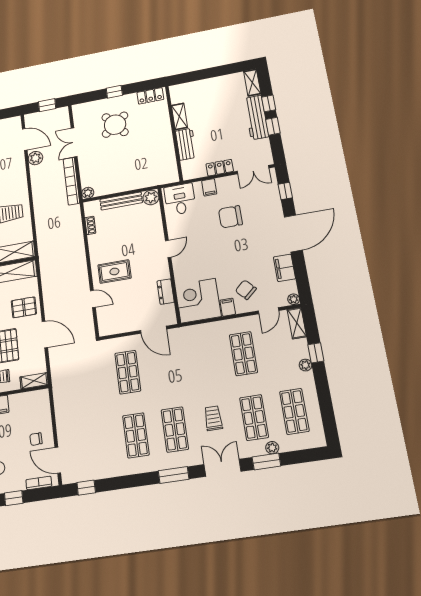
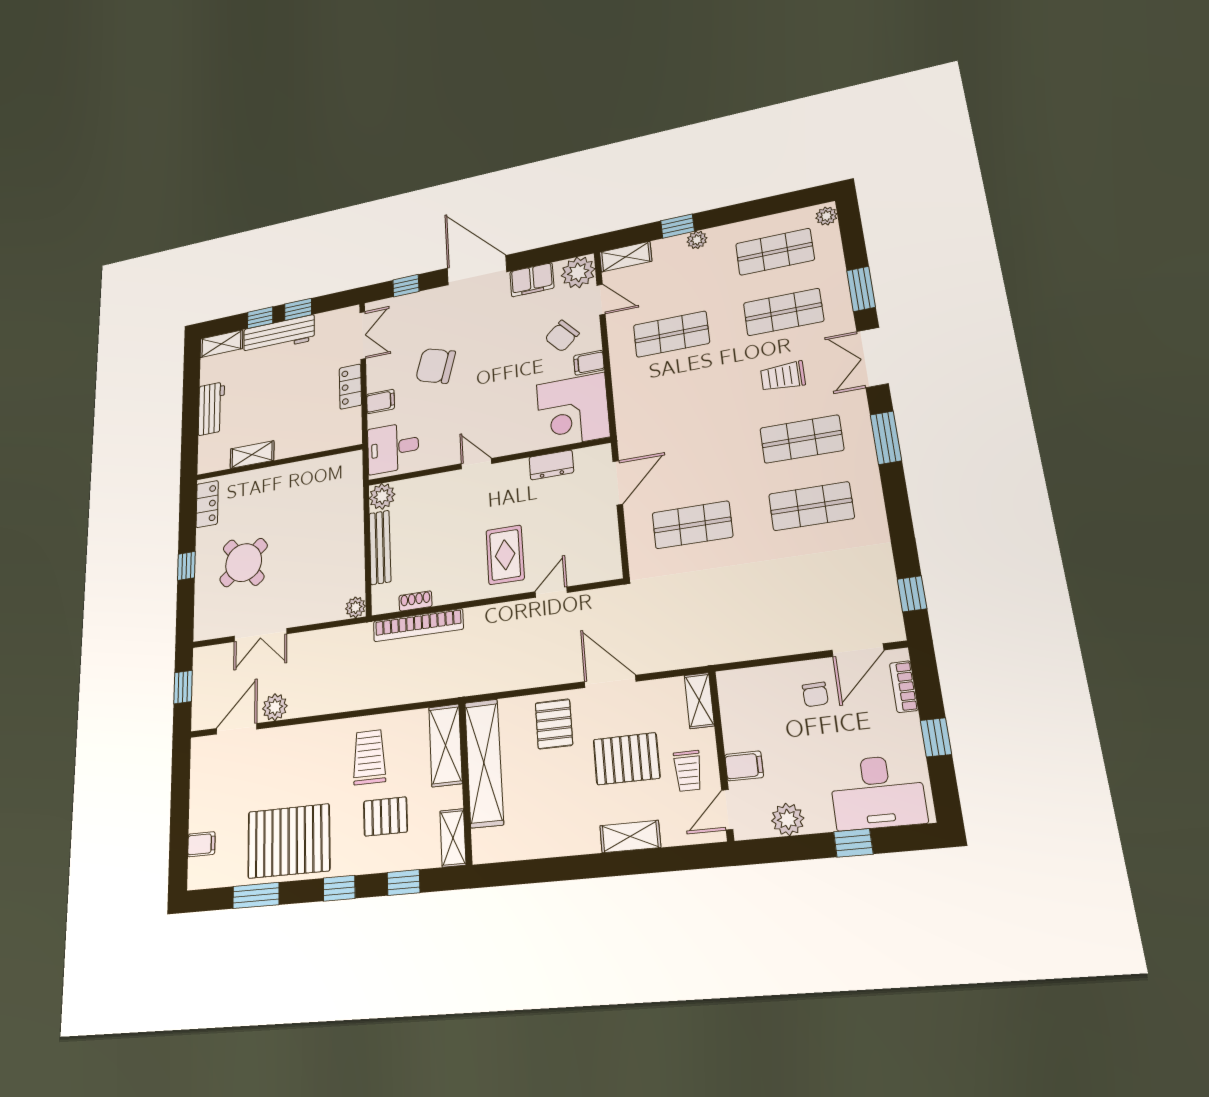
workbench: (186, 144) -> (211, 409), moved, turned 90
bookcase: (71, 181) -> (418, 625), moved
chair: (230, 217) -> (435, 366), turned 107
plant: (294, 299) -> (578, 272), width x1.88, depth x1.88
door: (45, 334) -> (610, 681), hinge flipped
plant: (272, 448) -> (826, 216), moved

